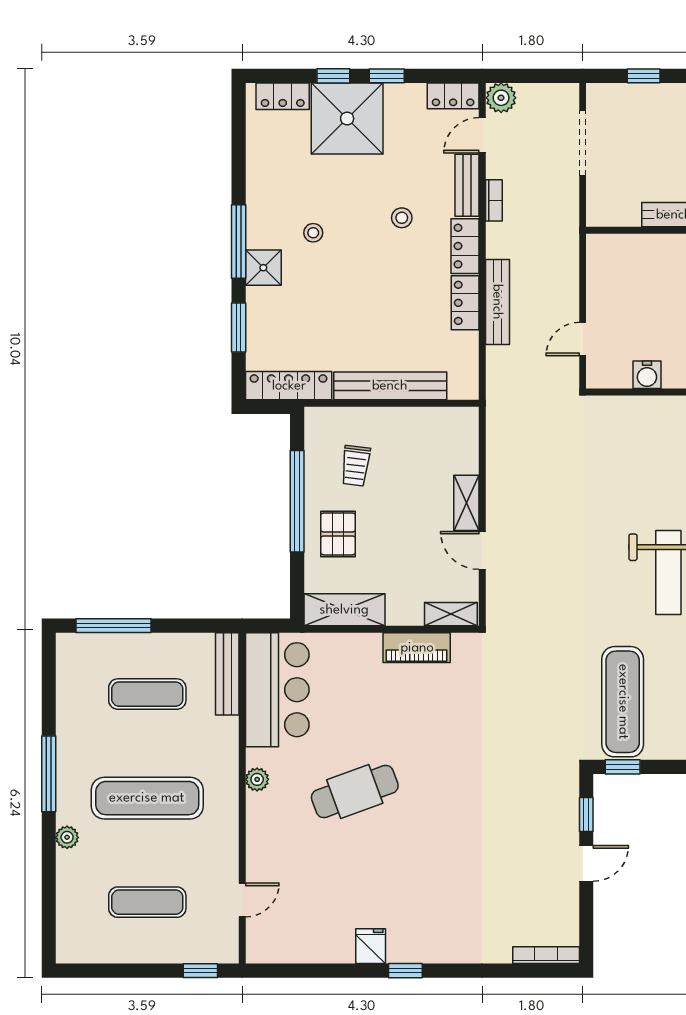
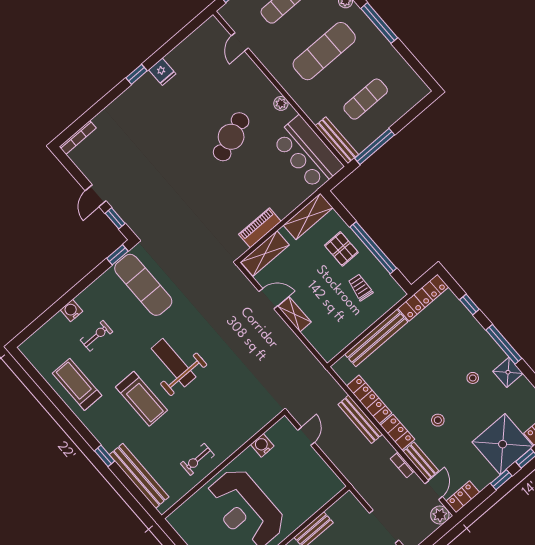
shower: (263, 268) -> (508, 372), moved
locker: (465, 303) -> (369, 400), width x1.53
window: (239, 328) -> (469, 305), width x0.67
shelving: (451, 614) -> (265, 253), width x1.50, depth x1.33
window: (114, 626) -> (375, 146), moved

